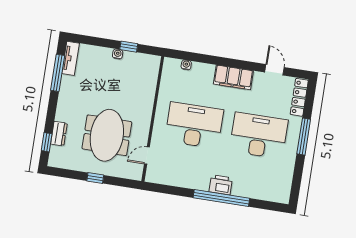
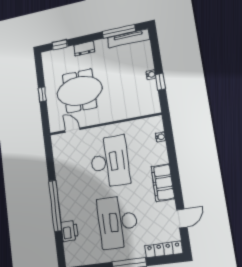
tv unit: (71, 58) -> (129, 38), width x1.41
dresser: (59, 134) -> (84, 49), moved
desk: (259, 136) -> (118, 222), turned 180
printer: (221, 185) -> (69, 231), moved

